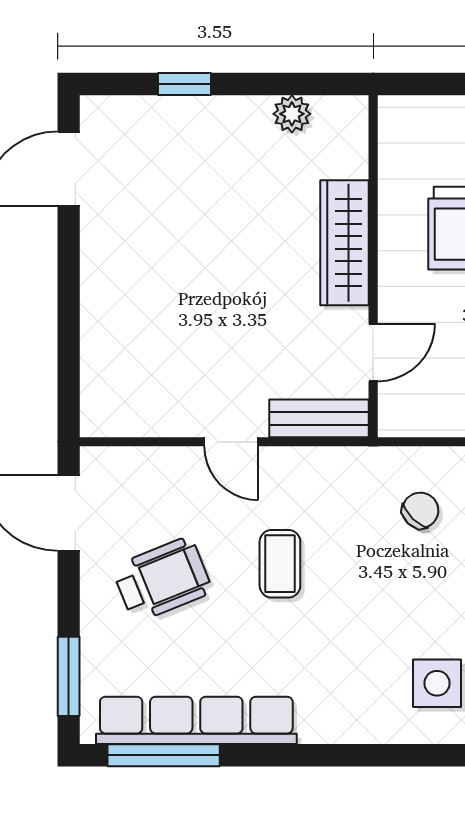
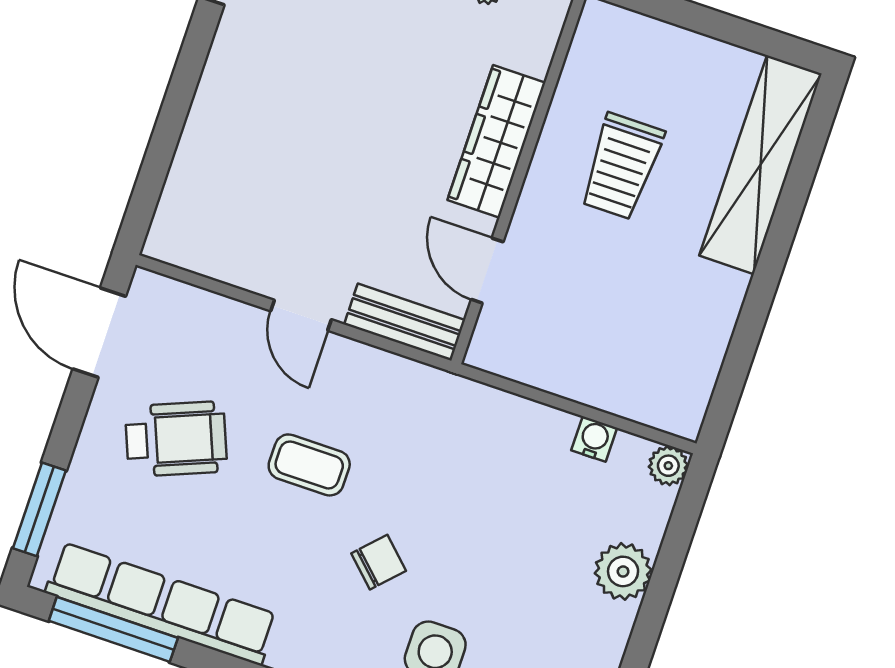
door: (373, 352) -> (487, 271), swing flipped
chair: (420, 510) -> (379, 562), moved
coffee table: (280, 564) -> (309, 465), turned 90

